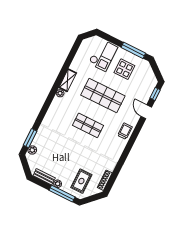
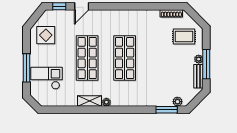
window: (133, 50) -> (26, 68), moved
display table: (124, 69) -> (46, 35), moved
shop shelf: (88, 125) -> (125, 58), width x1.43, depth x1.36
trolley: (125, 131) -> (112, 18), removed
window: (62, 194) -> (206, 64), moved

